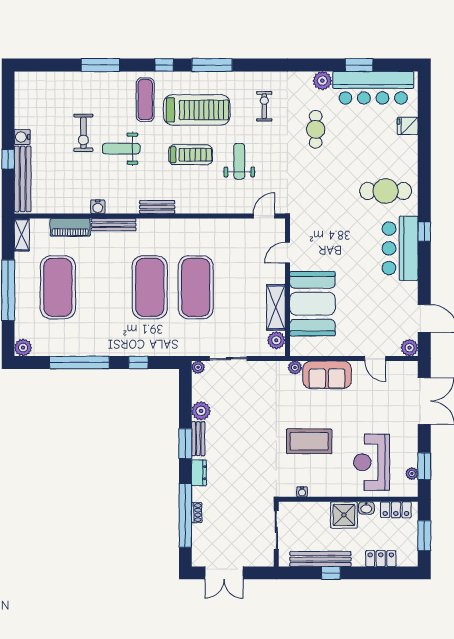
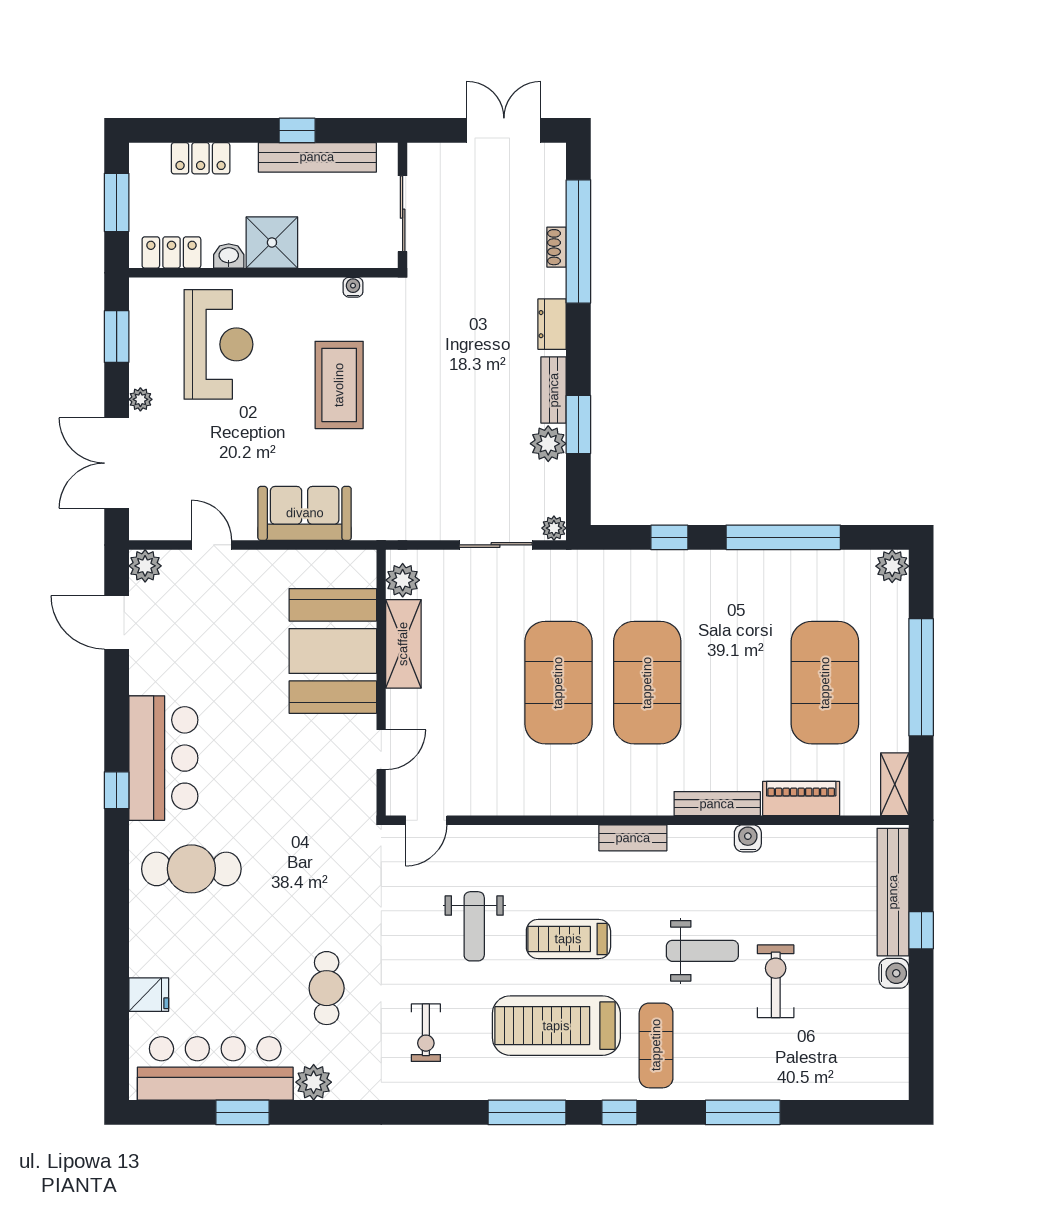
plant: (295, 368) -> (367, 528), removed
coffee table: (309, 441) -> (339, 385), turned 90
window: (185, 444) -> (578, 424), moved
plant: (412, 473) -> (140, 399), moved

